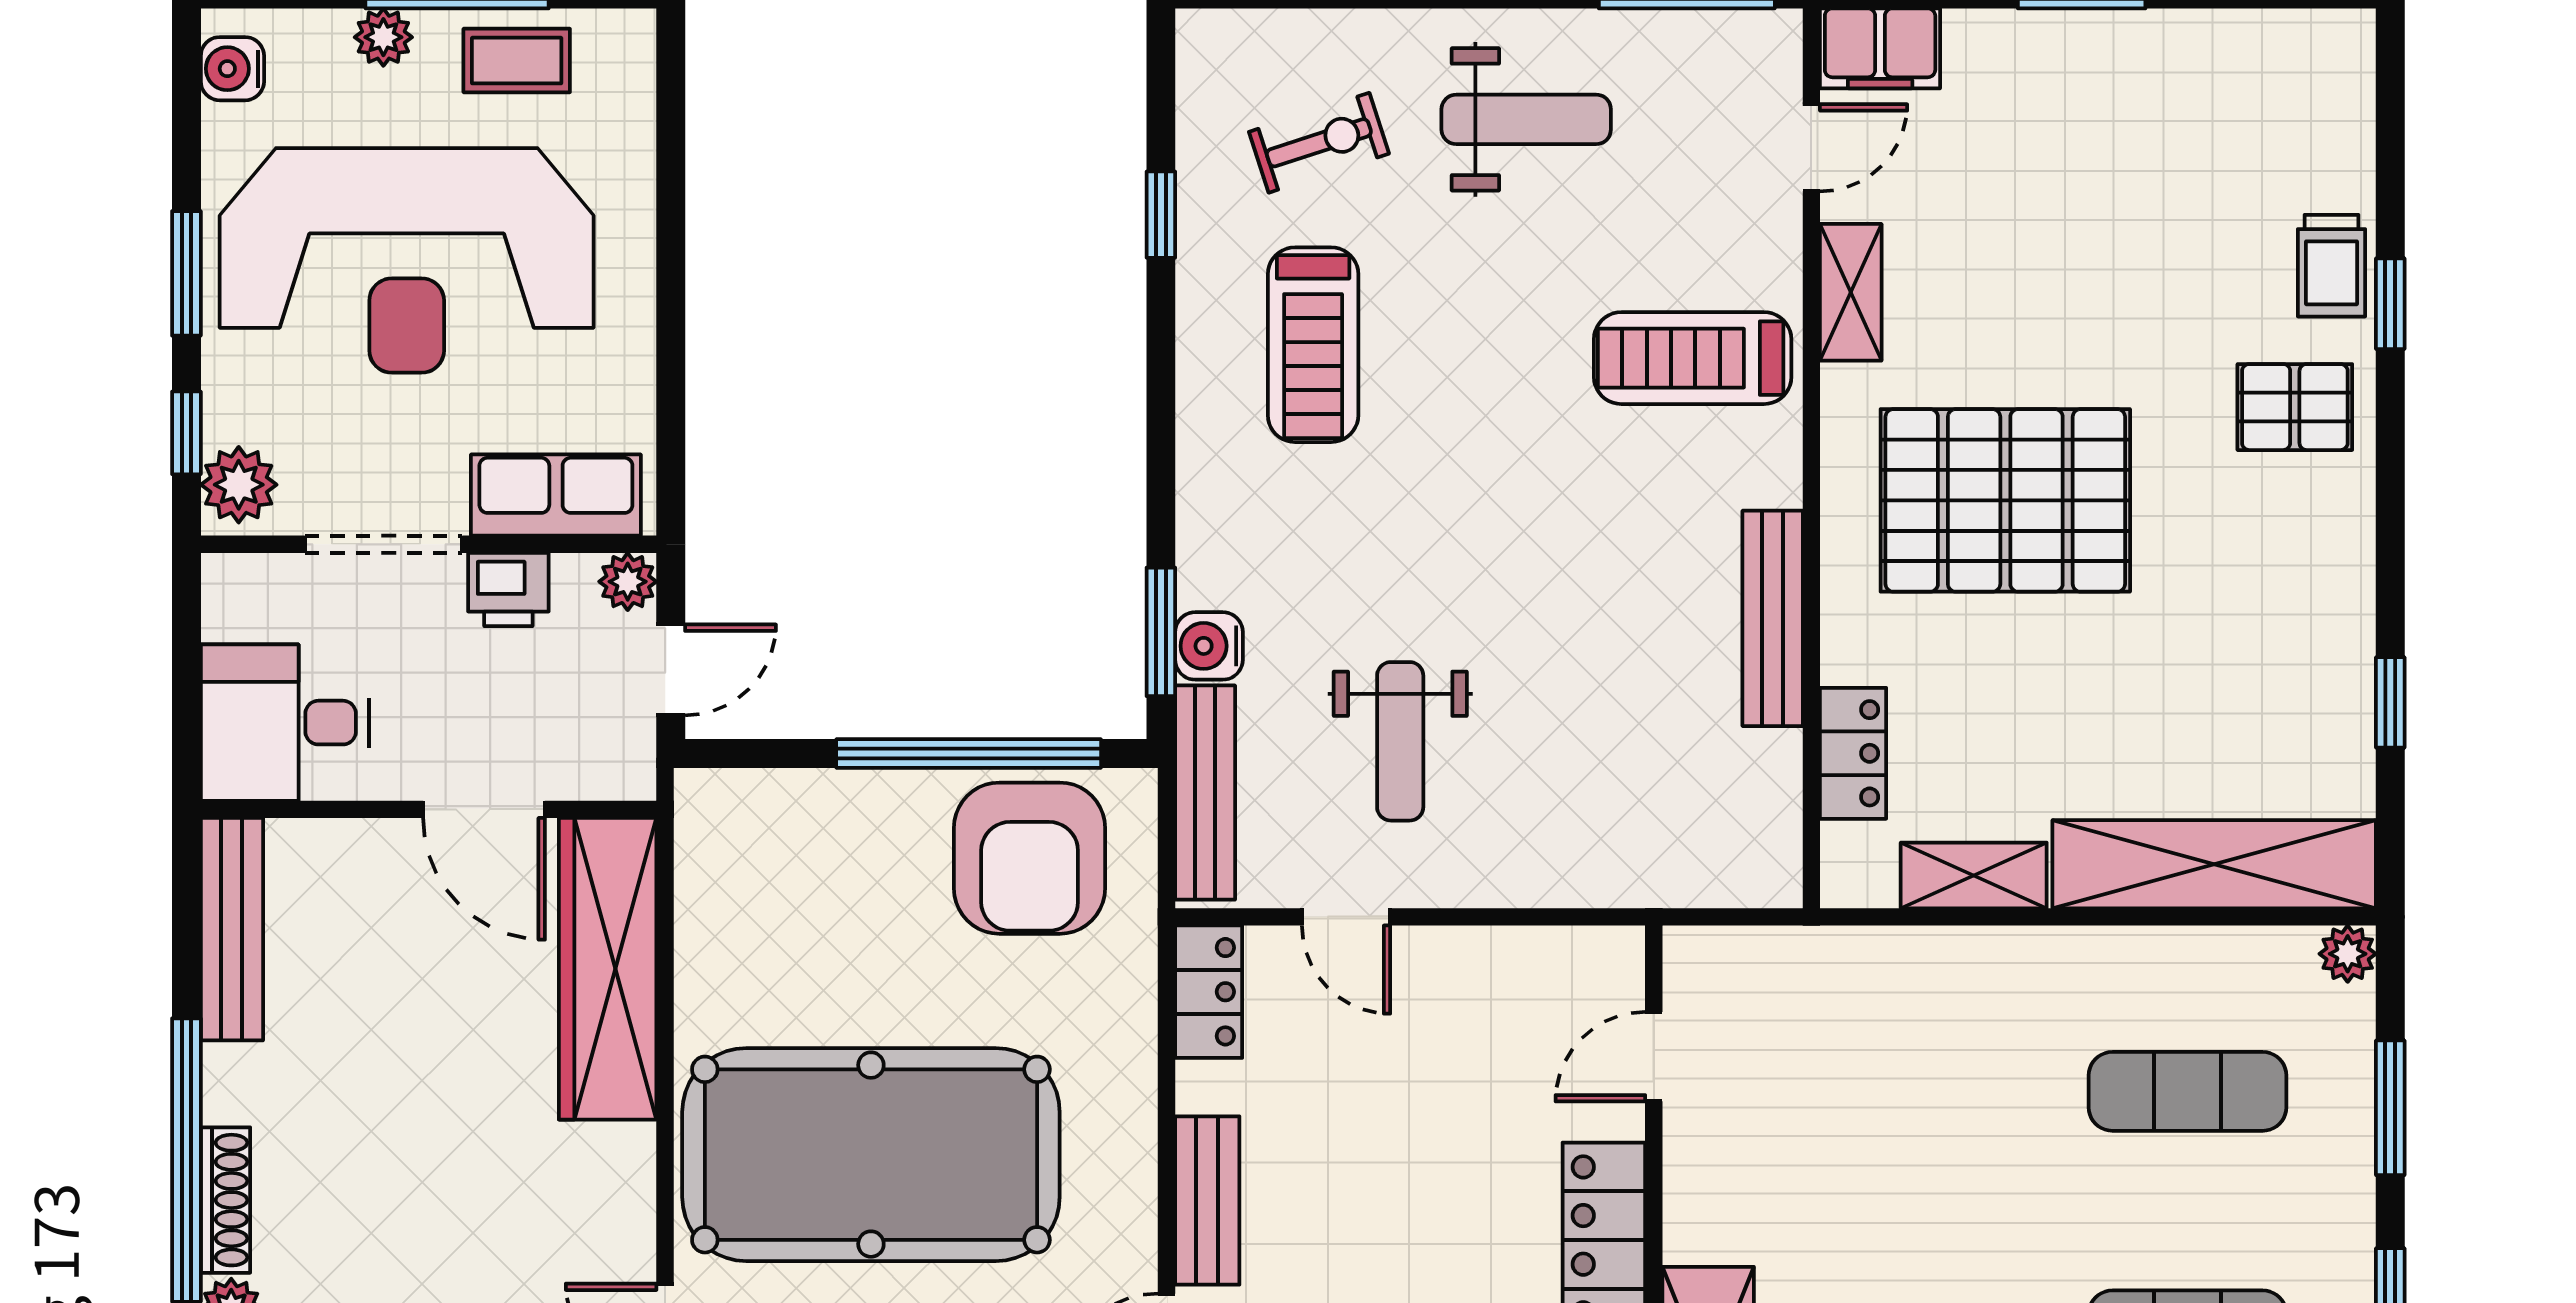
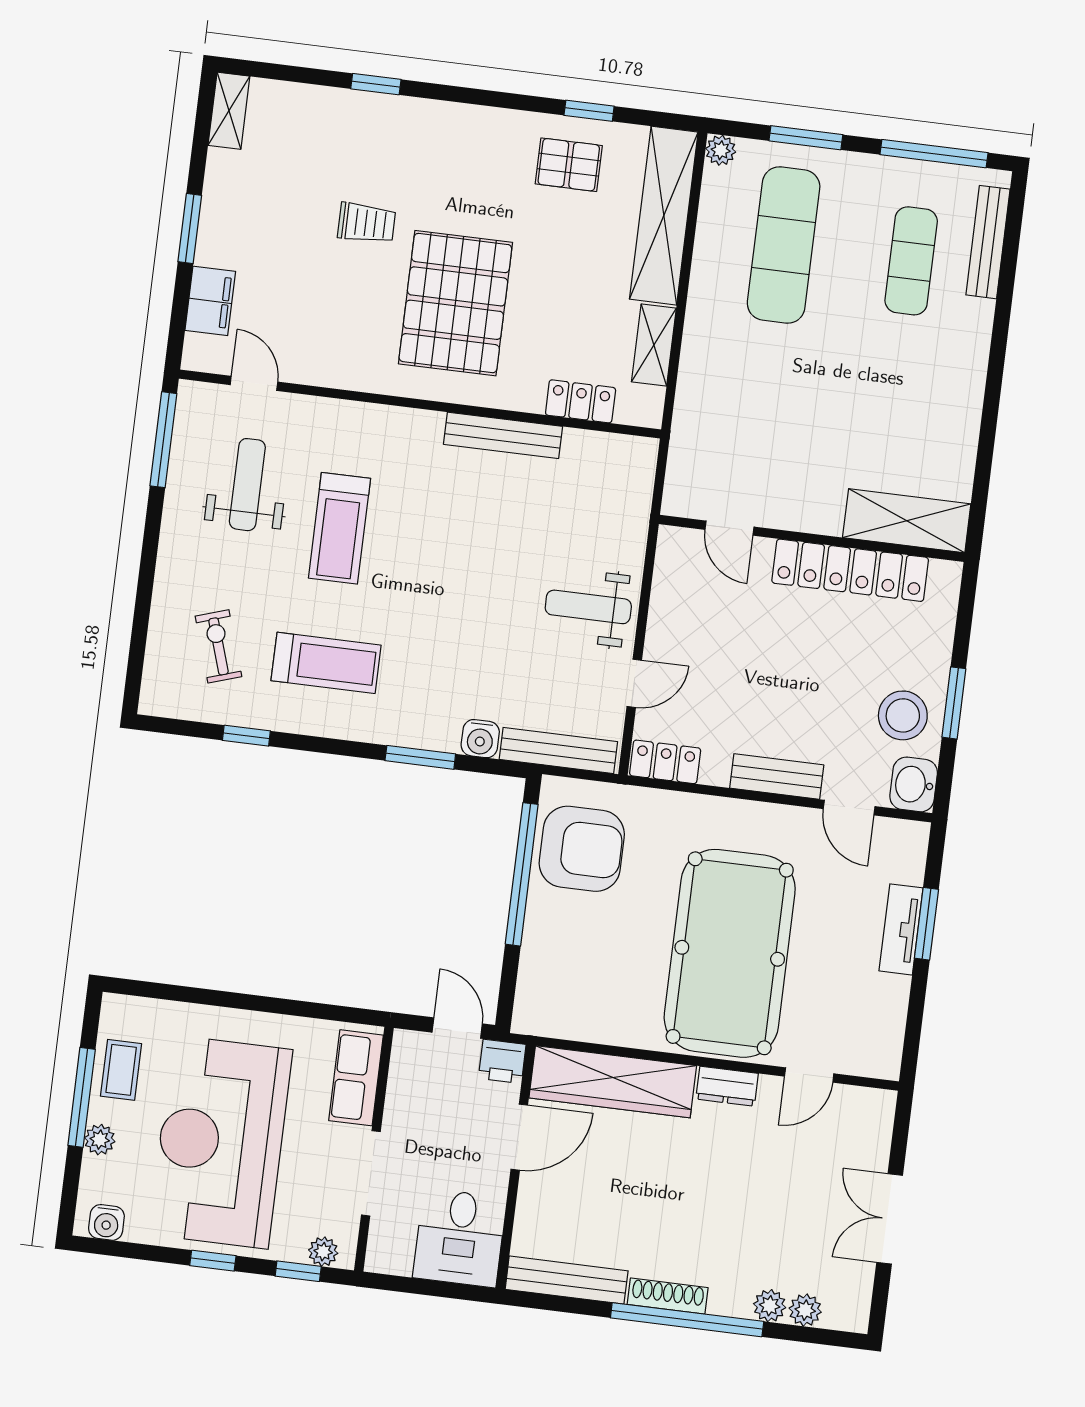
filing cabinet: (1880, 48) -> (210, 301), moved
weight bench: (1526, 119) -> (247, 485), moved
reception desk: (407, 260) -> (221, 1142), turned 180
trolley: (2331, 266) -> (367, 223), moved
window: (186, 273) -> (213, 1261), width x0.67
shelving: (1851, 292) -> (229, 111), moved, turned 90
treadmill: (1693, 358) -> (339, 528), moved
pallet: (2295, 407) -> (569, 165), moved, turned 90
plant: (239, 485) -> (323, 1252), width x0.73, depth x0.73
plant: (628, 582) -> (407, 1045), removed
printer: (508, 590) -> (502, 1061), moved, turned 90
window: (1161, 632) -> (420, 757), moved
weight bench: (1400, 741) -> (588, 607), moved, turned 180
exercise mat: (2188, 1091) -> (784, 245), width x1.36, depth x1.45
dresser: (626, 1180) -> (727, 1086), added
shoe rack: (226, 1200) -> (668, 1296), moved

